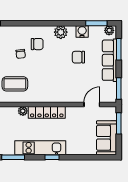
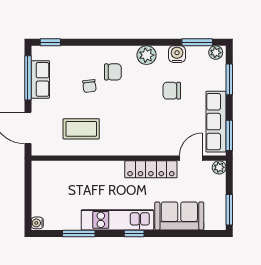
row of seats: (109, 60) -> (216, 122), moved
plant: (23, 111) -> (219, 167), moved
locker: (47, 112) -> (151, 169), moved
window: (119, 123) -> (229, 210), moved
sofa: (106, 138) -> (179, 216), moved, turned 90

